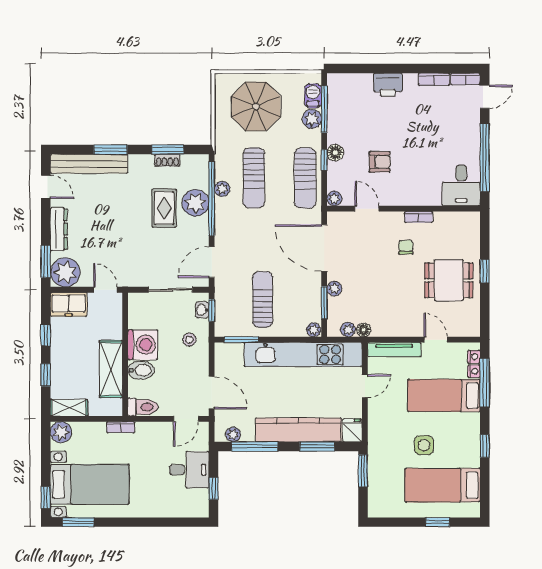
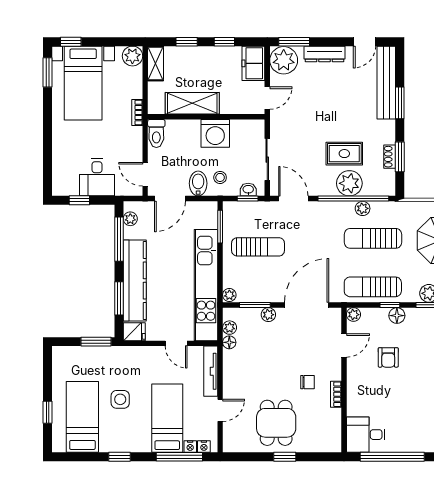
bidet: (141, 370) -> (198, 183), moved, turned 180

